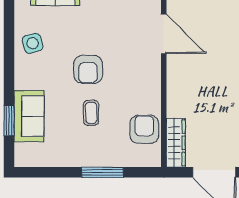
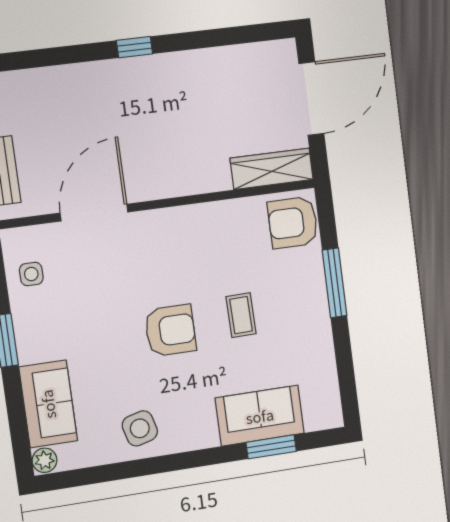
coffee table: (91, 113) -> (241, 315), turned 90
armchair: (144, 129) -> (293, 223), moved

